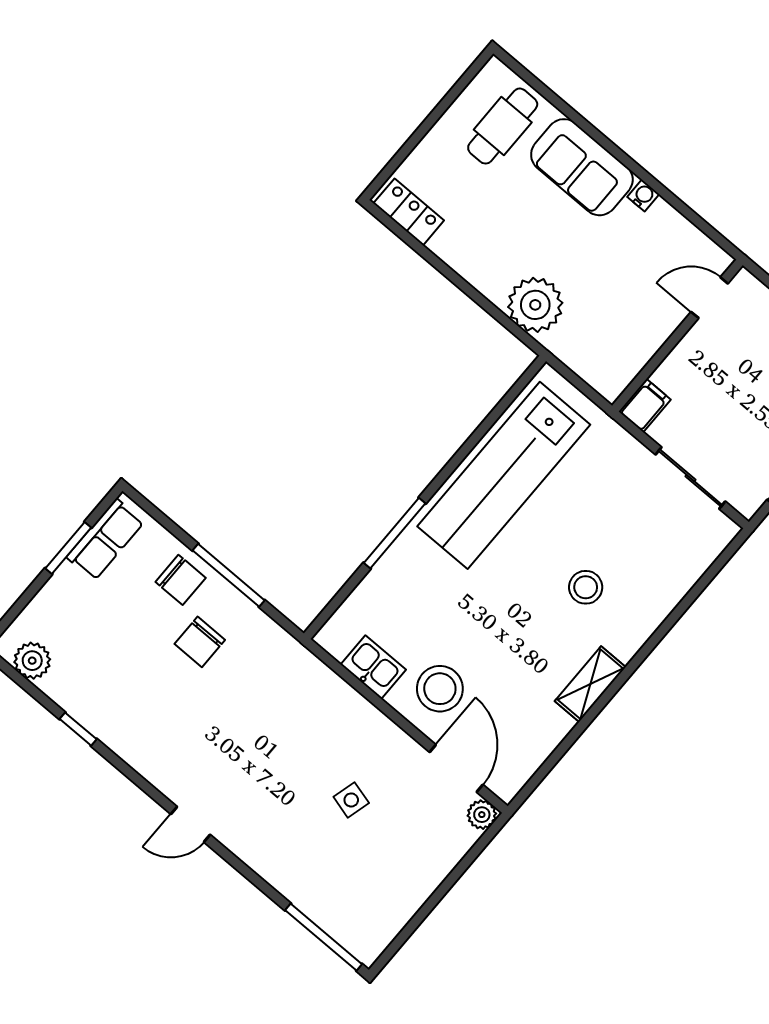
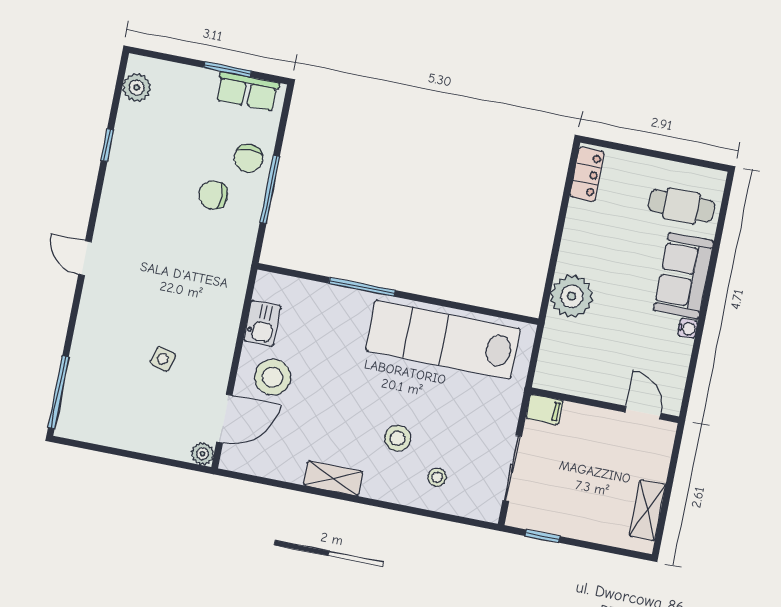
stool: (654, 567) -> (437, 477), added

